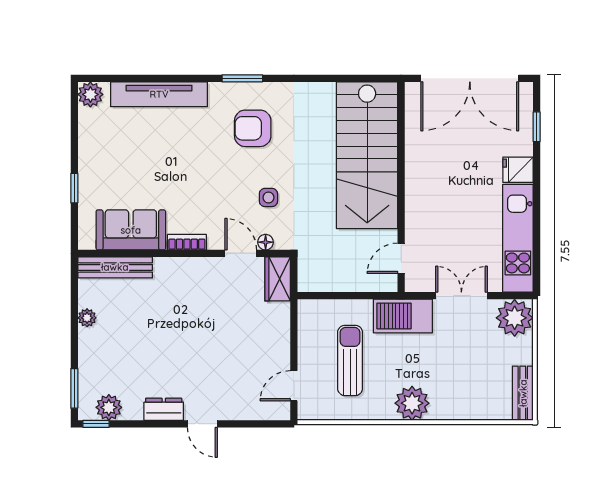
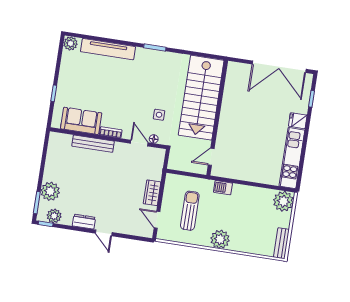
armchair: (253, 128) -> (156, 76), removed
stairs: (367, 155) -> (201, 98), moved
wall: (401, 187) -> (217, 118), moved
door: (401, 258) -> (211, 157), moved
bench: (115, 267) -> (93, 144), moved
wardrobe: (278, 279) -> (152, 193), moved
double door: (461, 296) -> (256, 185), removed
barbecue: (403, 316) -> (223, 188), width x0.53, depth x0.65
plant: (87, 318) -> (50, 191), moved, width x1.88, depth x1.88
door: (294, 386) -> (157, 220), hinge flipped

